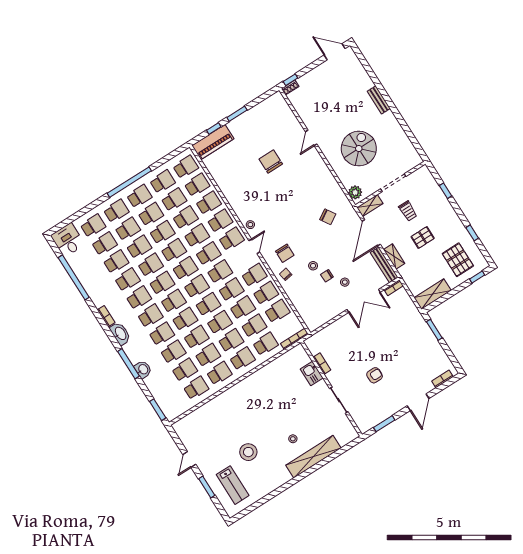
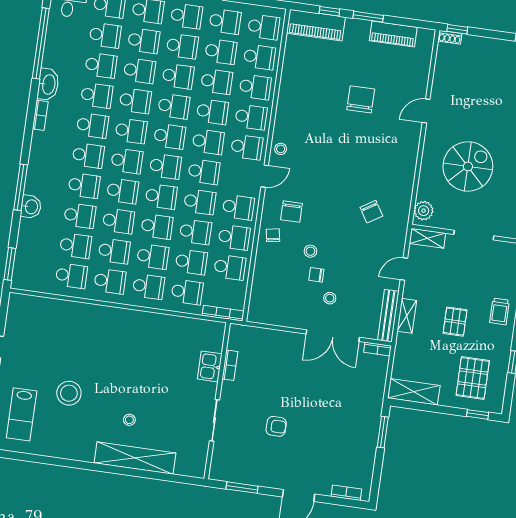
piano: (258, 112) -> (393, 34), added
trolley: (408, 211) -> (500, 311), moved
door: (371, 233) -> (404, 269), width x0.53
pallet: (423, 238) -> (455, 322), turned 90
washbasin: (120, 334) -> (48, 84), moved

